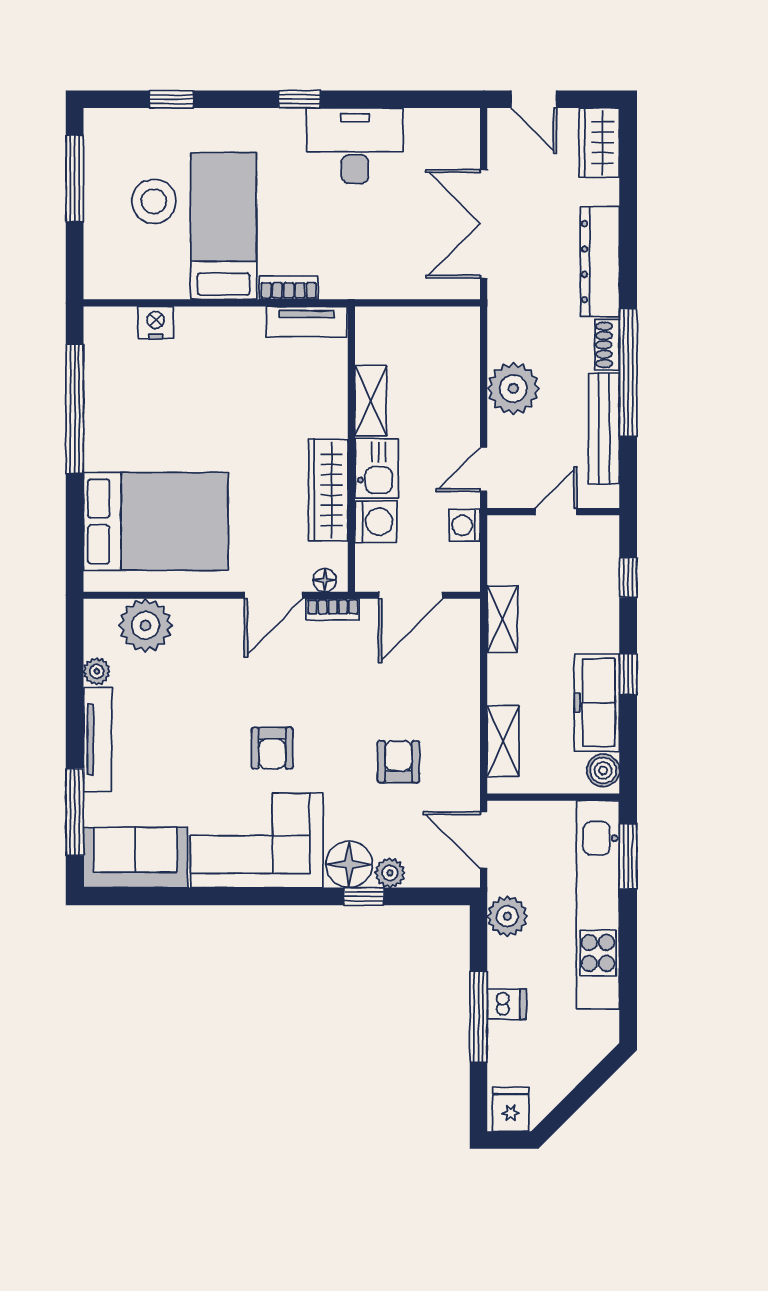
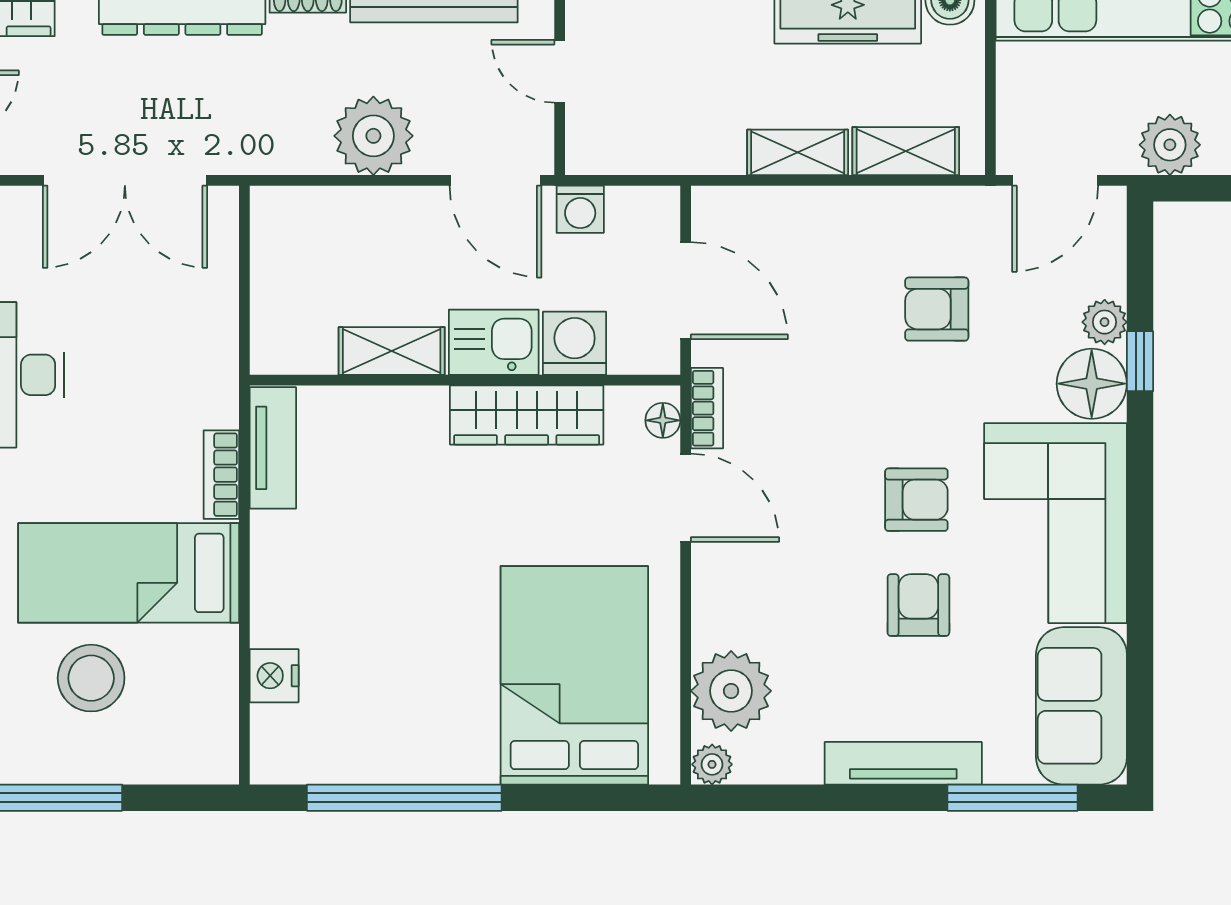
door: (484, 469) -> (496, 180), width x1.38
shelving: (502, 619) -> (798, 152), moved
plant: (97, 671) -> (712, 764), moved
armchair: (202, 750) -> (918, 605), added

